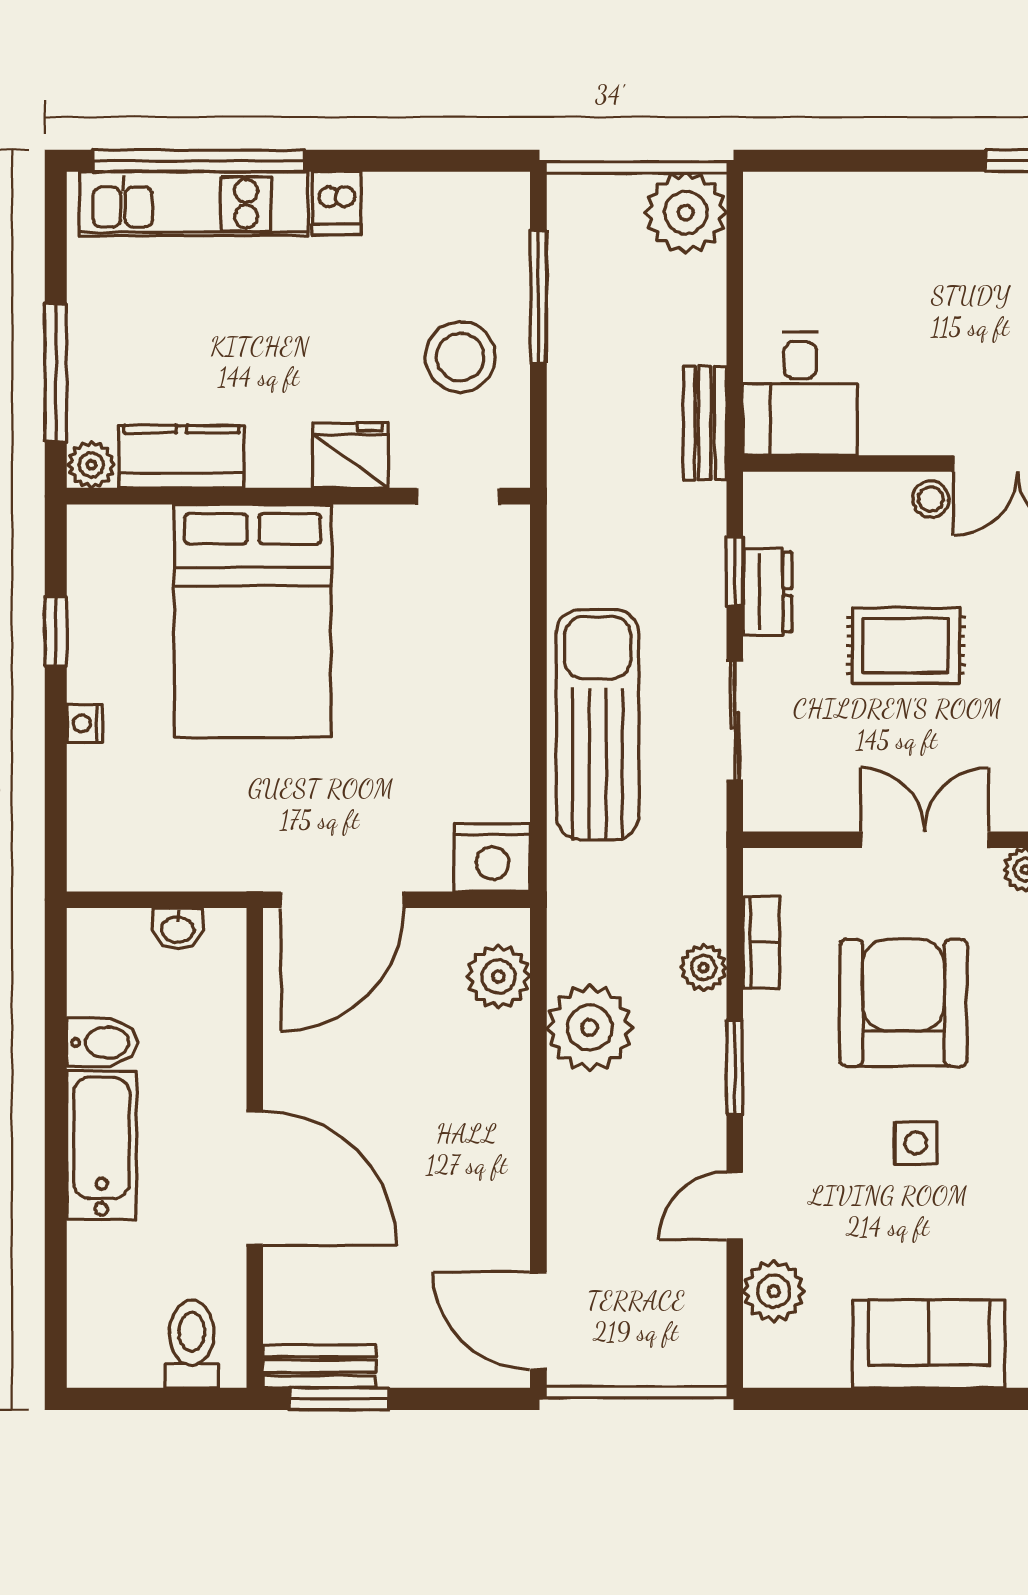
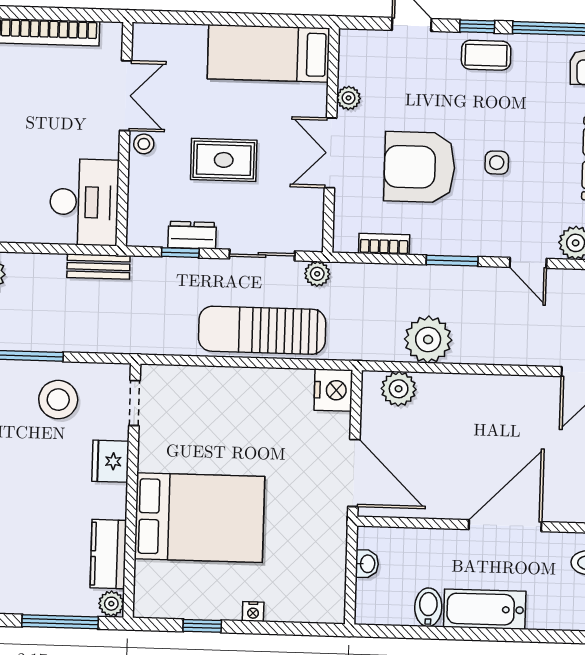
desk: (800, 394) -> (84, 202), width x1.37
rug: (906, 646) -> (224, 160), turned 90
plant: (703, 968) -> (317, 274), moved

